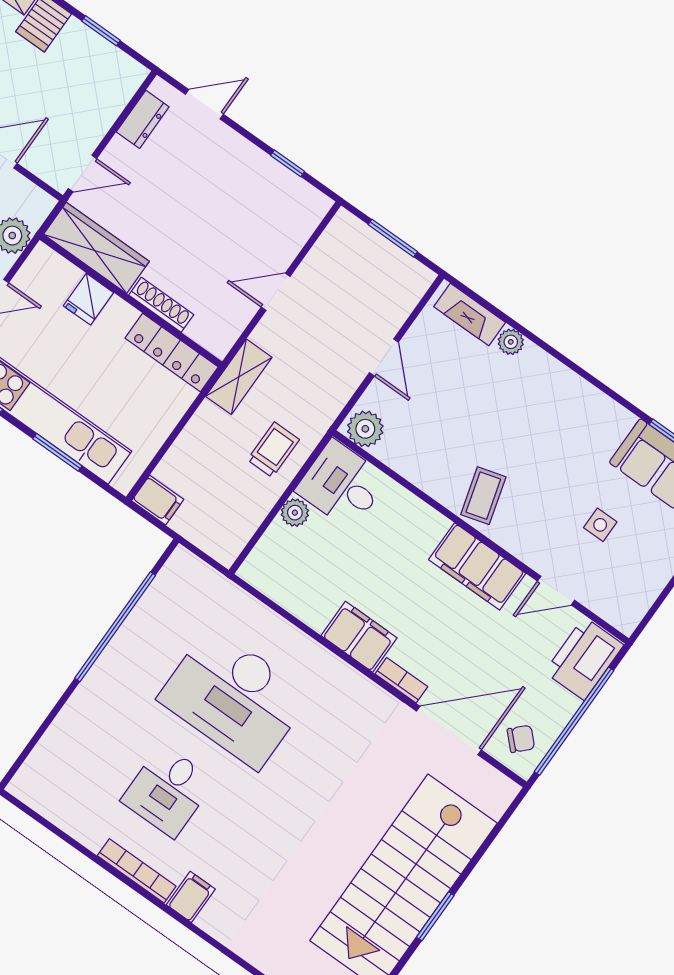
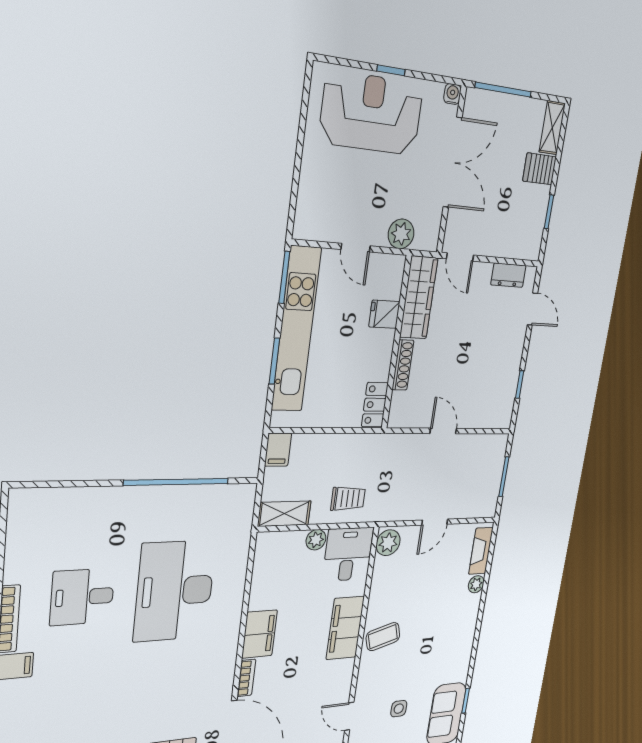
locker: (172, 353) -> (375, 405), width x0.66
shelving: (239, 377) -> (284, 514), moved
filing cabinet: (477, 566) -> (345, 628), moved

